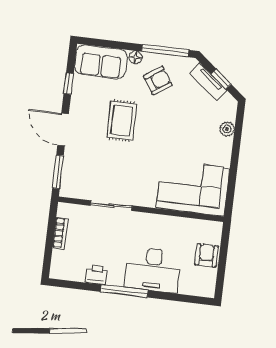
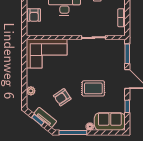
armchair: (158, 81) -> (62, 97), moved
rug: (122, 120) -> (93, 88), turned 90

